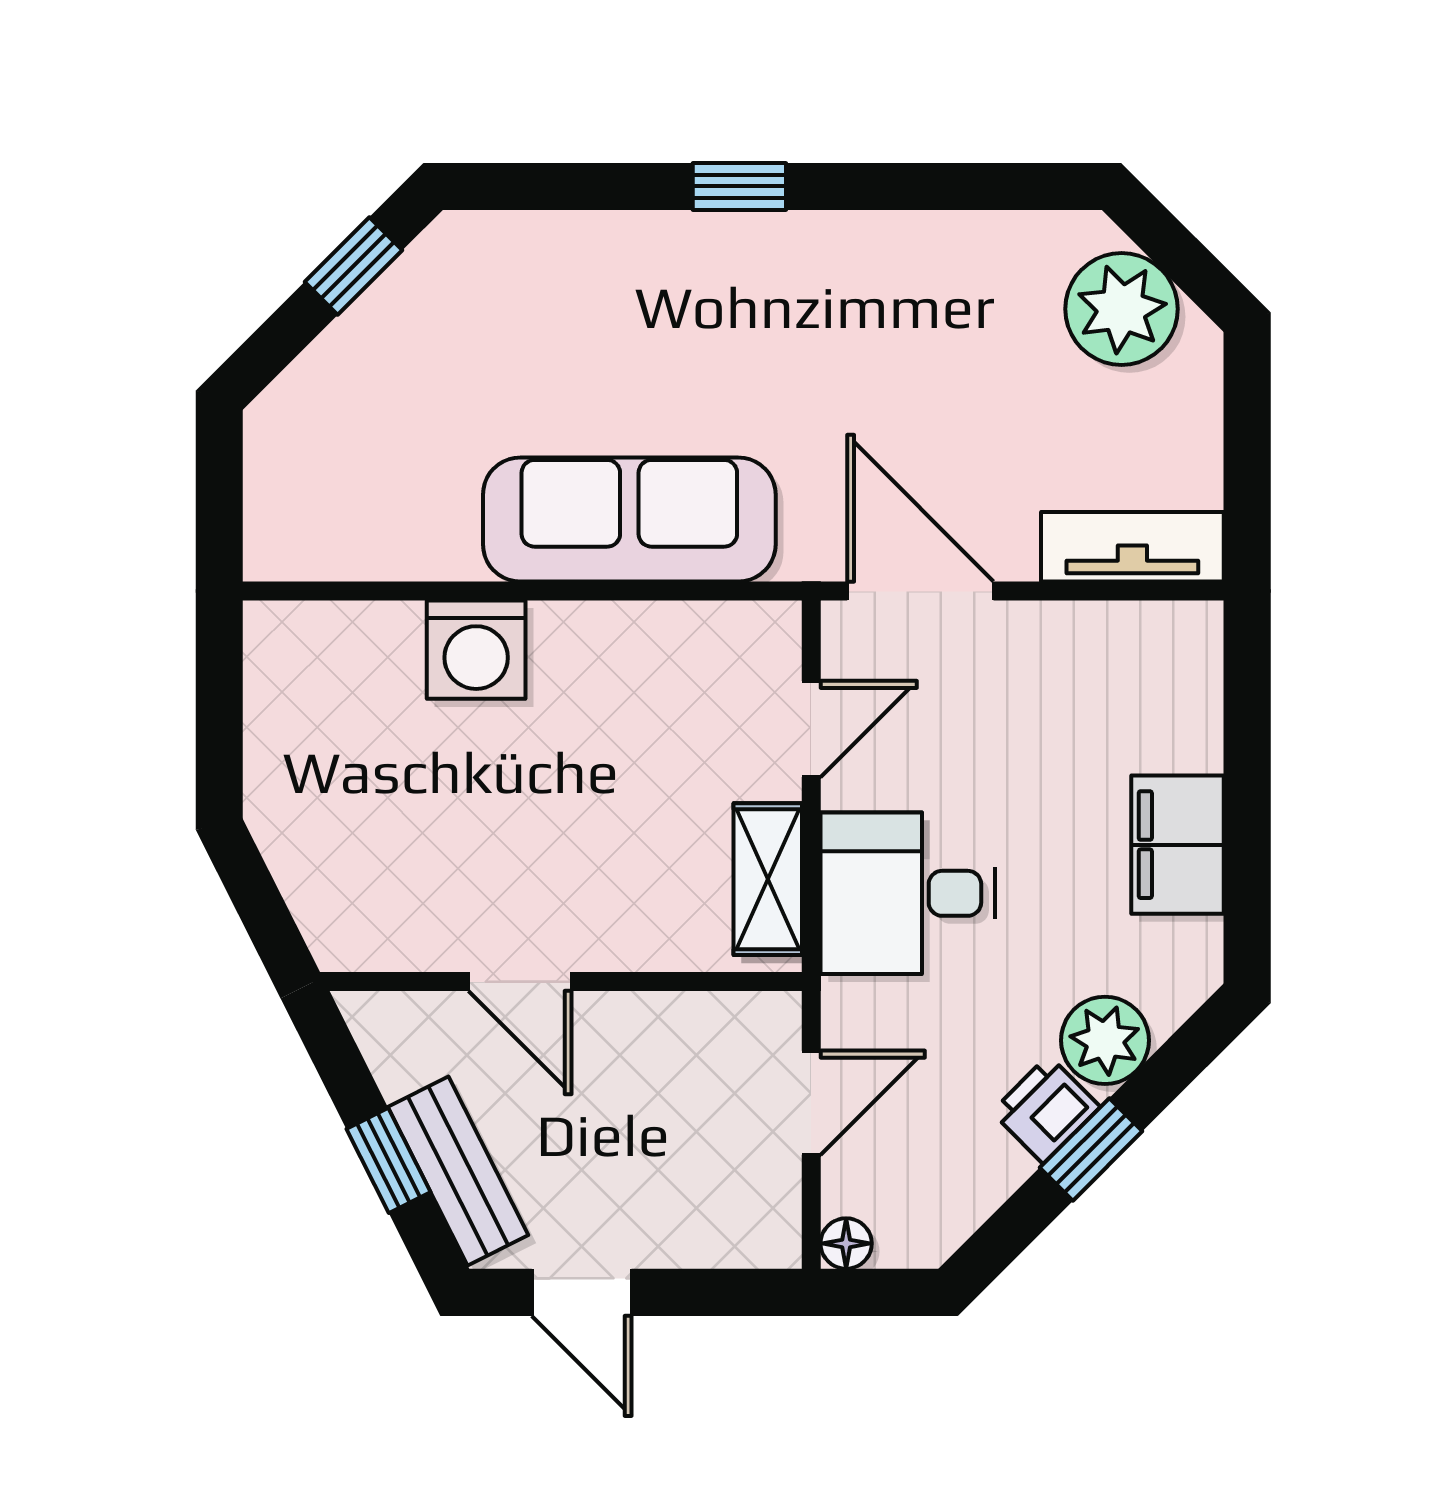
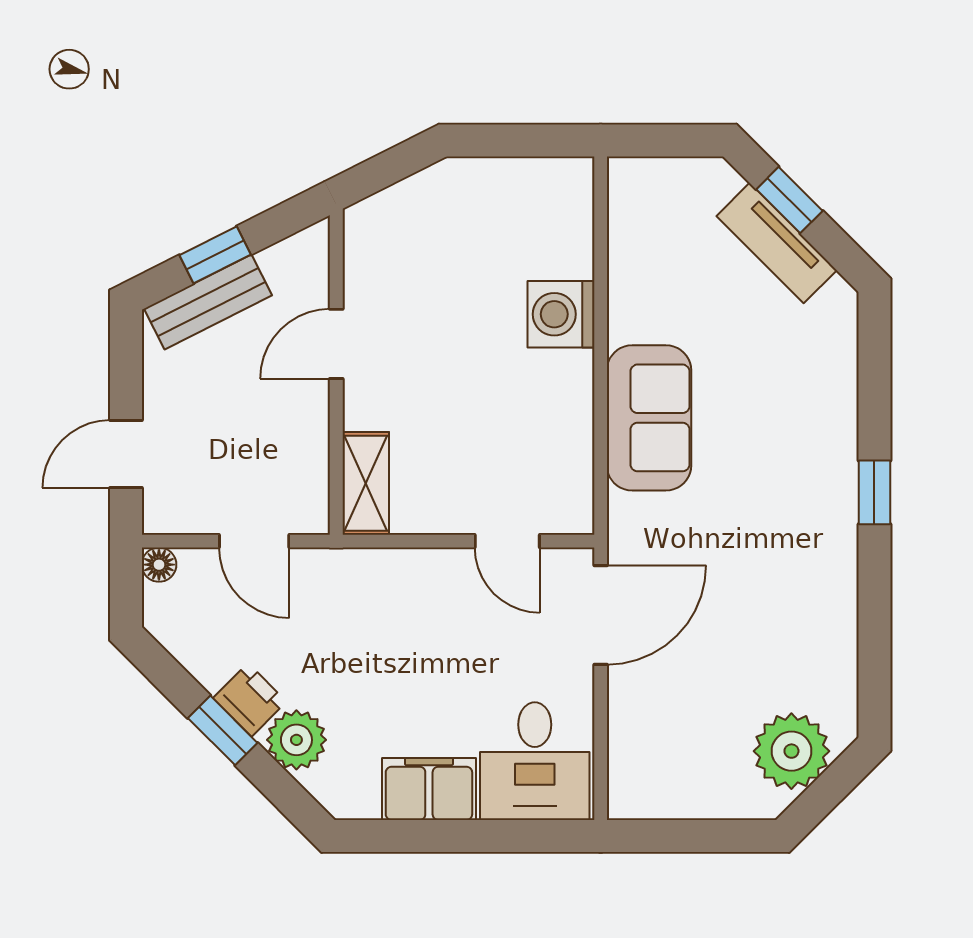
window: (353, 266) -> (789, 200), moved
sofa: (629, 519) -> (649, 418), width x0.73
tv unit: (1132, 547) -> (777, 243), moved, turned 135
shelving: (768, 879) -> (366, 483), moved, turned 90
desk: (908, 893) -> (535, 761), moved, turned 180
door: (582, 1292) -> (126, 454), moved

